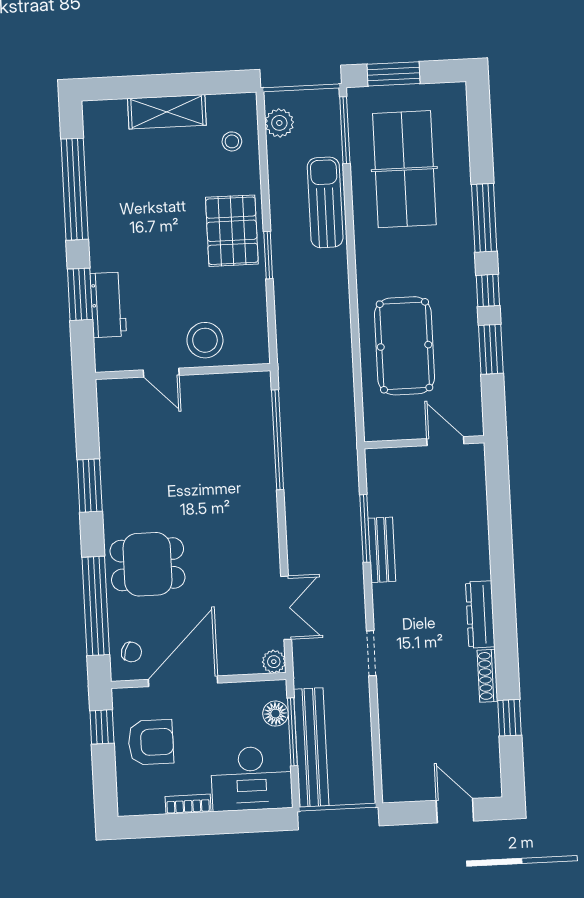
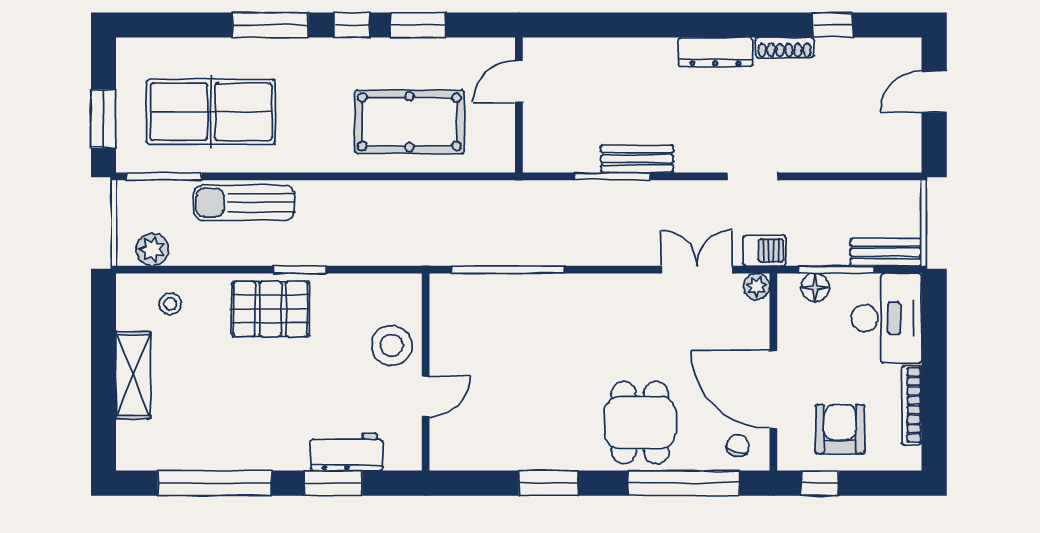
barbecue: (306, 667) -> (764, 251), added
bench: (311, 748) -> (886, 252), width x0.54, depth x0.82
bookcase: (188, 804) -> (912, 405), width x1.56

